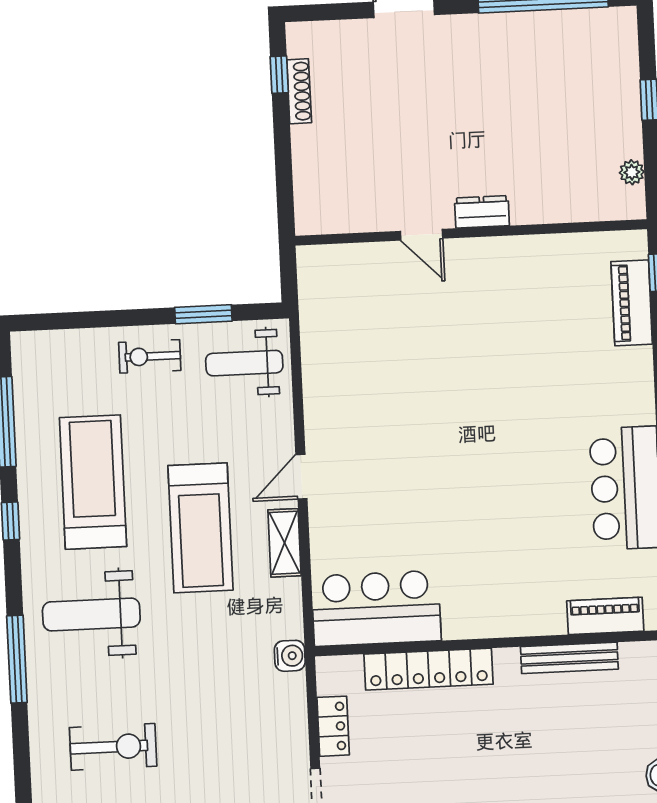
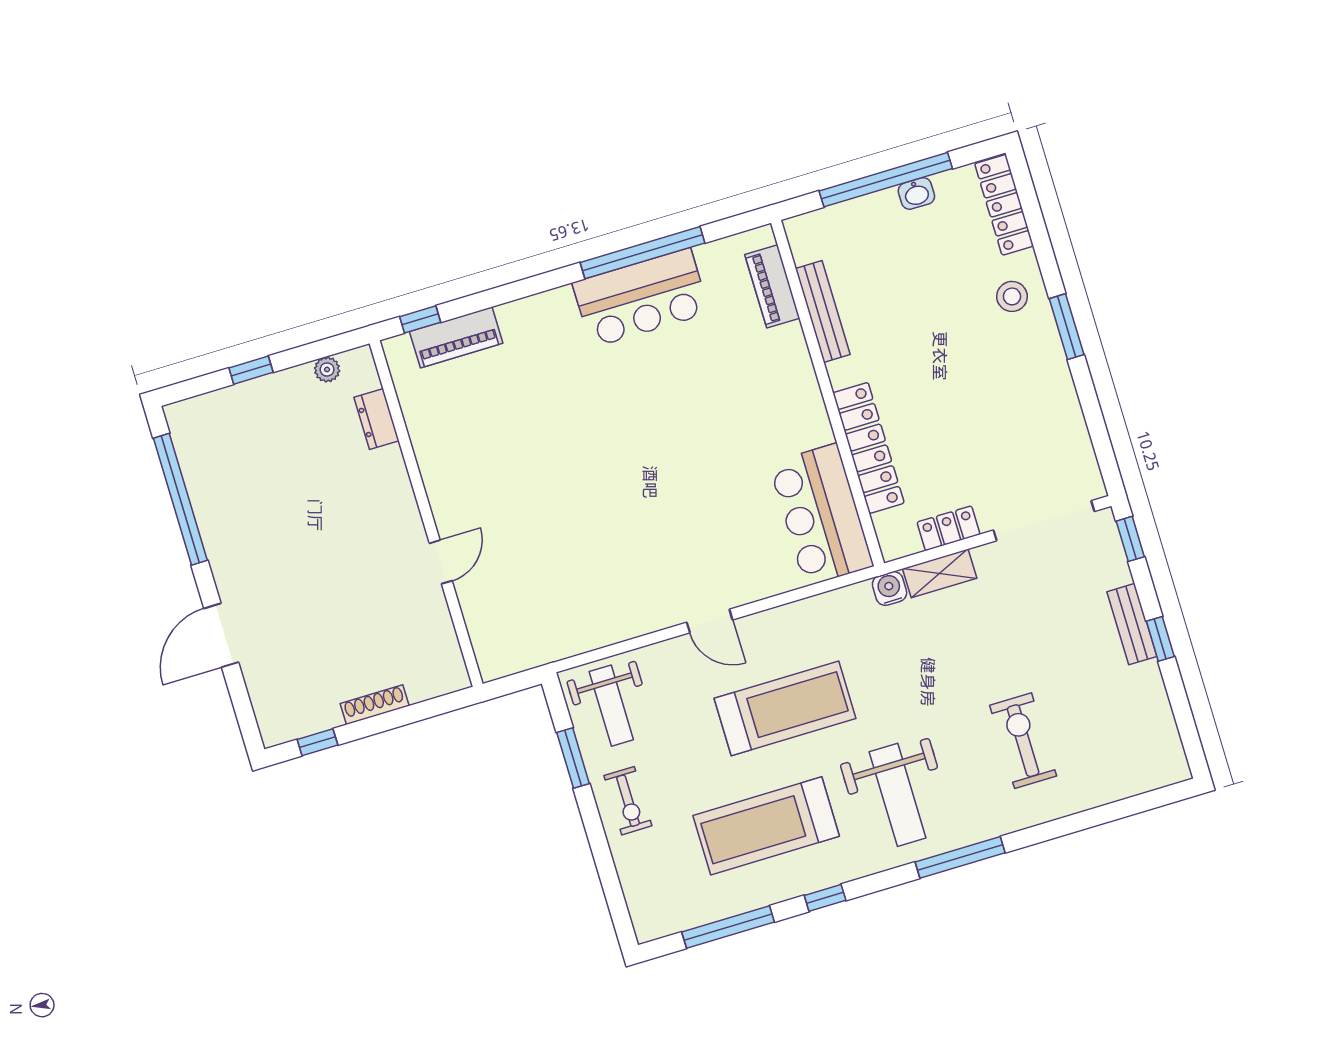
shoe rack: (299, 91) -> (375, 705), moved
dresser: (482, 212) -> (377, 419), moved
shelving: (285, 543) -> (940, 573), moved

